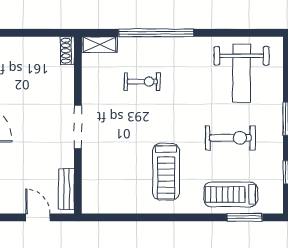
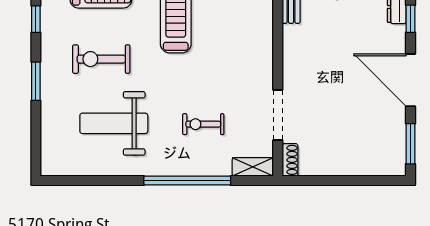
weight bench: (241, 73) -> (114, 123), moved, turned -90
doorway: (78, 127) -> (278, 115), moved

